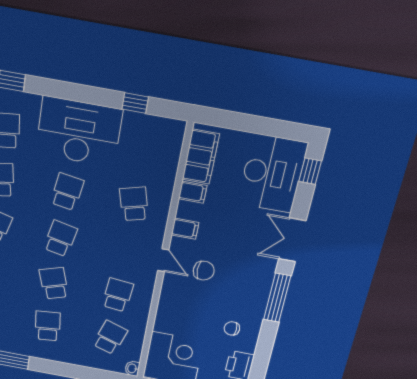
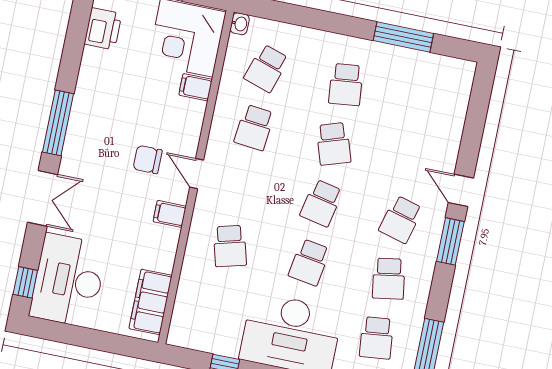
filing cabinet: (193, 192) -> (196, 87), moved
chair: (232, 328) -> (113, 81), removed

